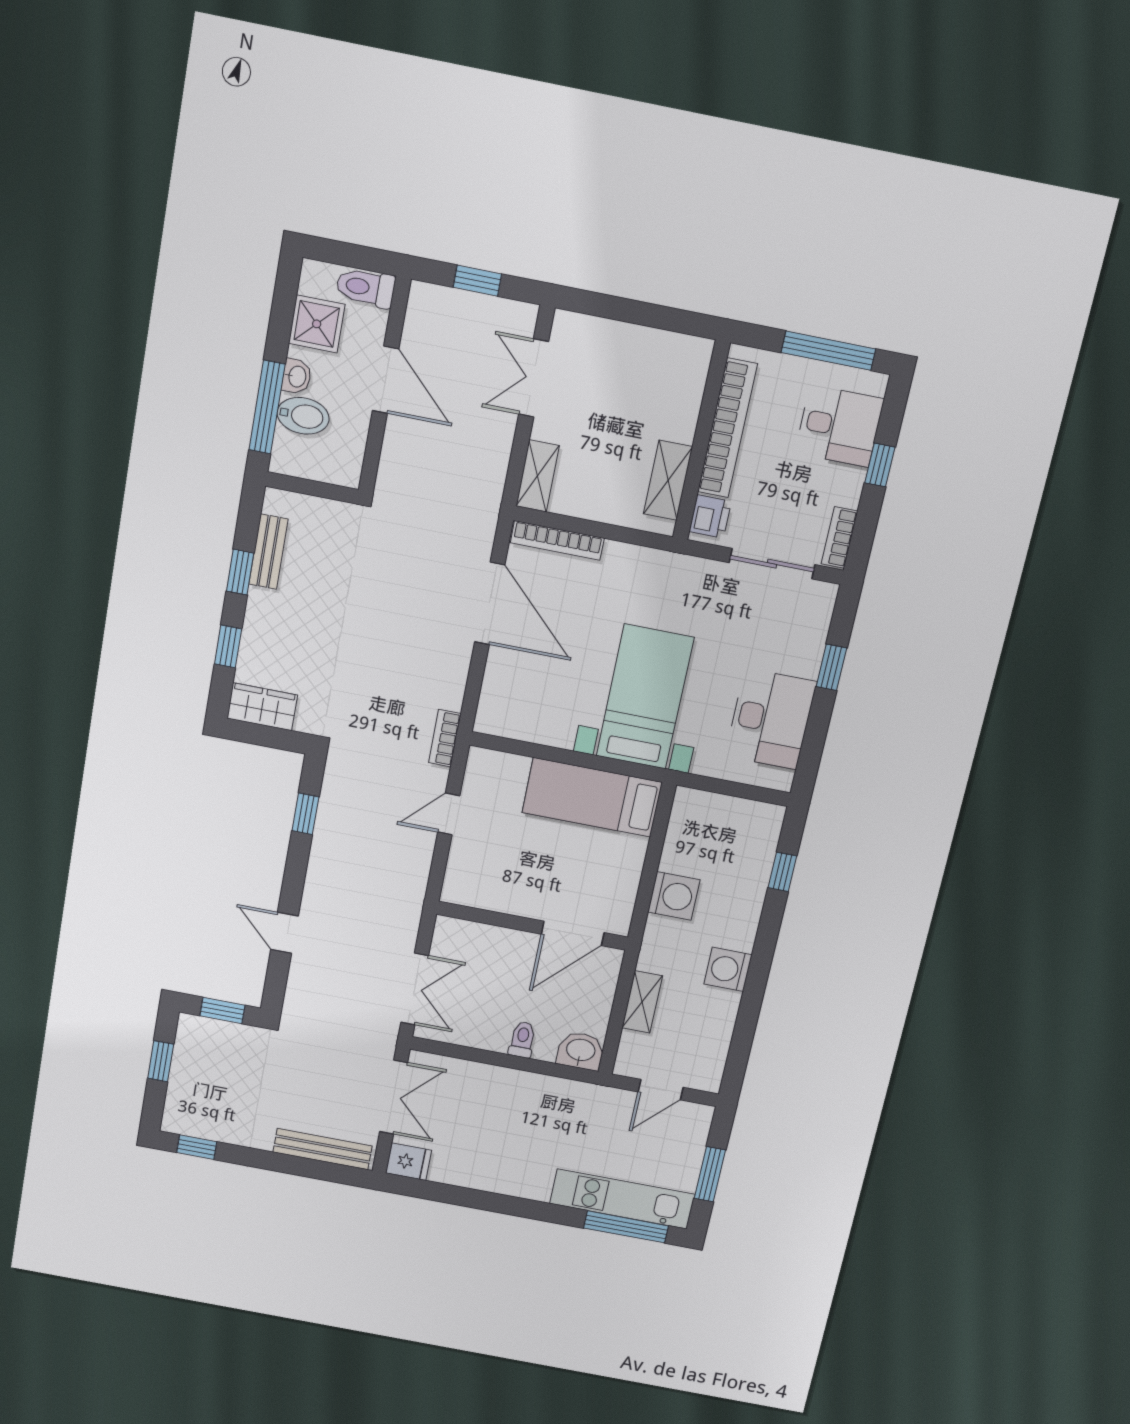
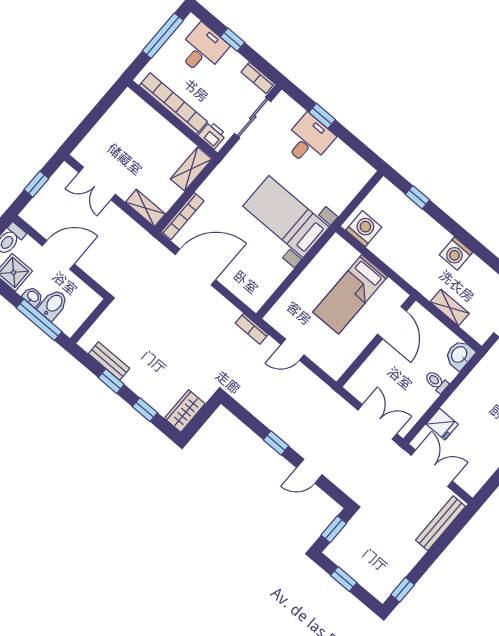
shelving: (668, 480) -> (191, 169), moved, turned 90
desk: (771, 719) -> (309, 140), moved, width x0.73
bed: (592, 797) -> (350, 294), moved
window: (305, 814) -> (276, 443), moved
door: (449, 814) -> (292, 350), hinge flipped
washing machine: (674, 896) -> (364, 229), moved
fridge: (409, 1162) -> (442, 424), moved, turned 90

